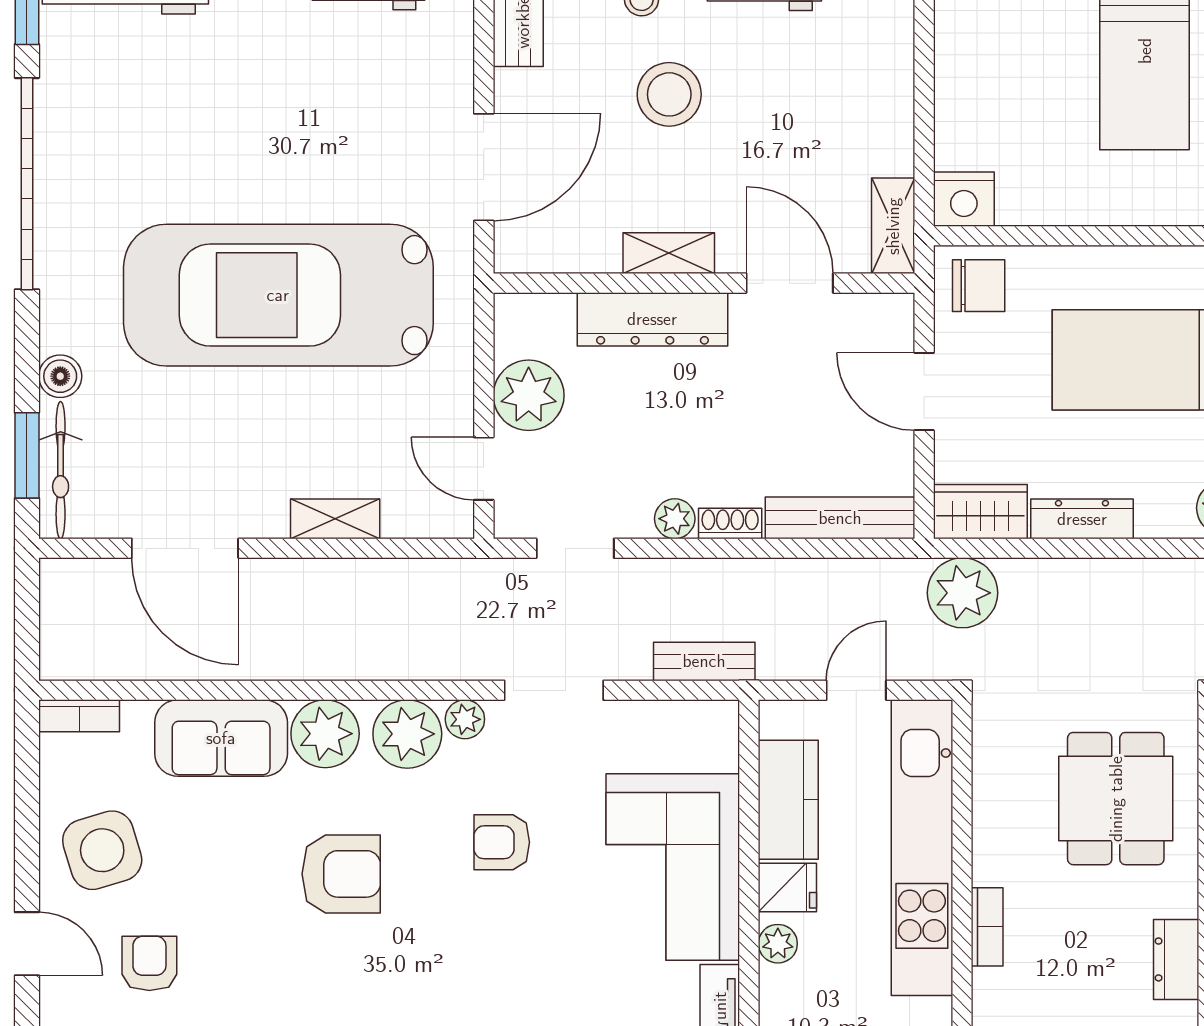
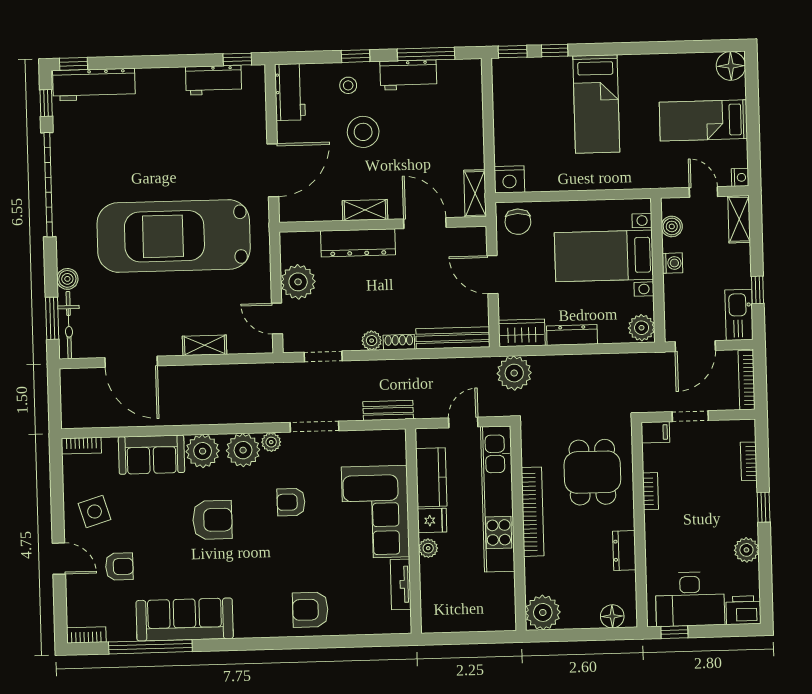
chair: (979, 286) -> (518, 222), turned 90
side table: (102, 850) -> (95, 511), width x0.73, depth x0.73
bookcase: (987, 927) -> (533, 512), width x2.31, depth x1.31
armchair: (149, 963) -> (119, 567), turned 90

